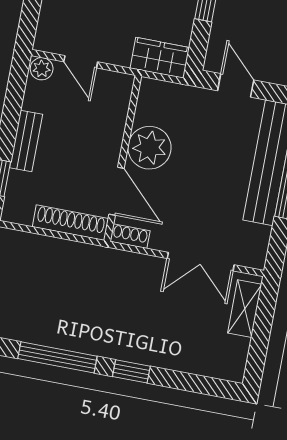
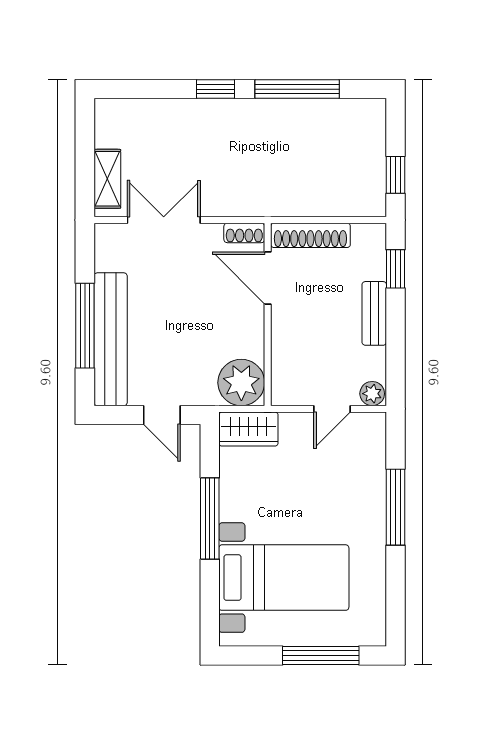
door: (81, 62) -> (332, 409), swing flipped
plant: (149, 148) -> (241, 383), moved

